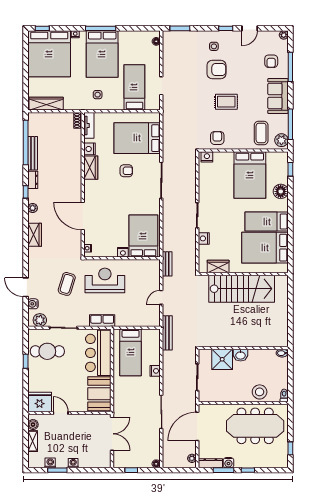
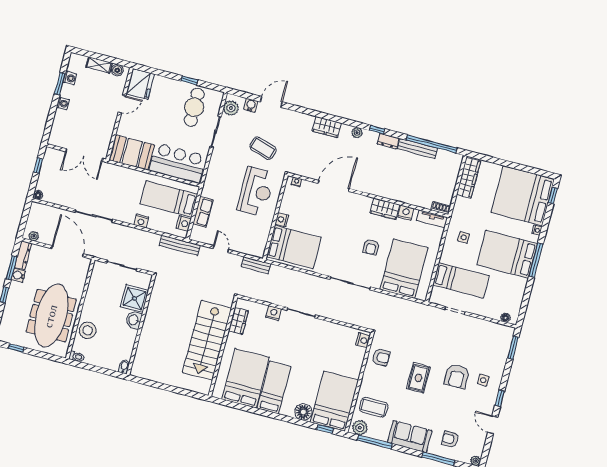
bed: (250, 175) -> (334, 401), moved, turned 90
row of seats: (102, 321) -> (203, 212), moved
nightstand: (148, 334) -> (184, 223), added

